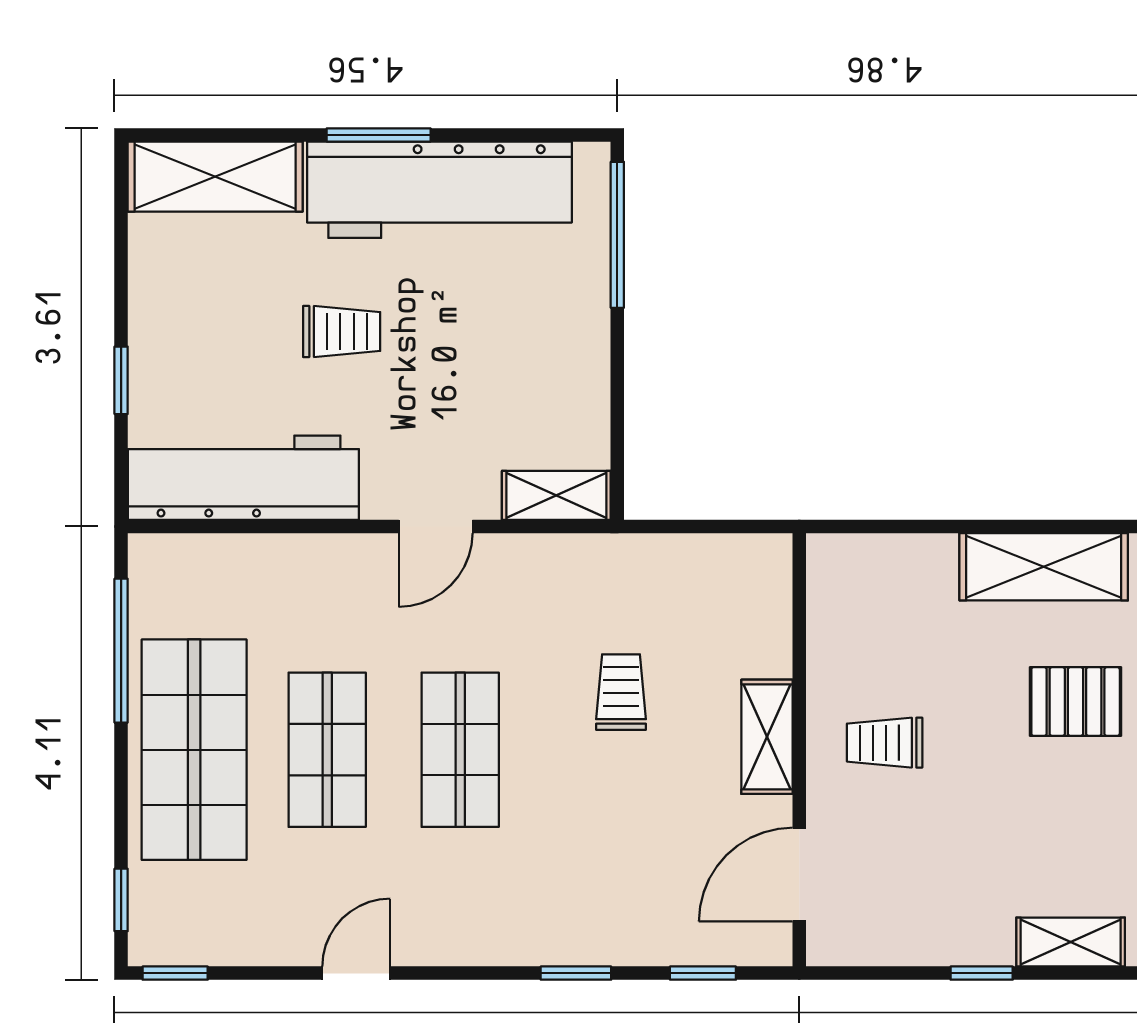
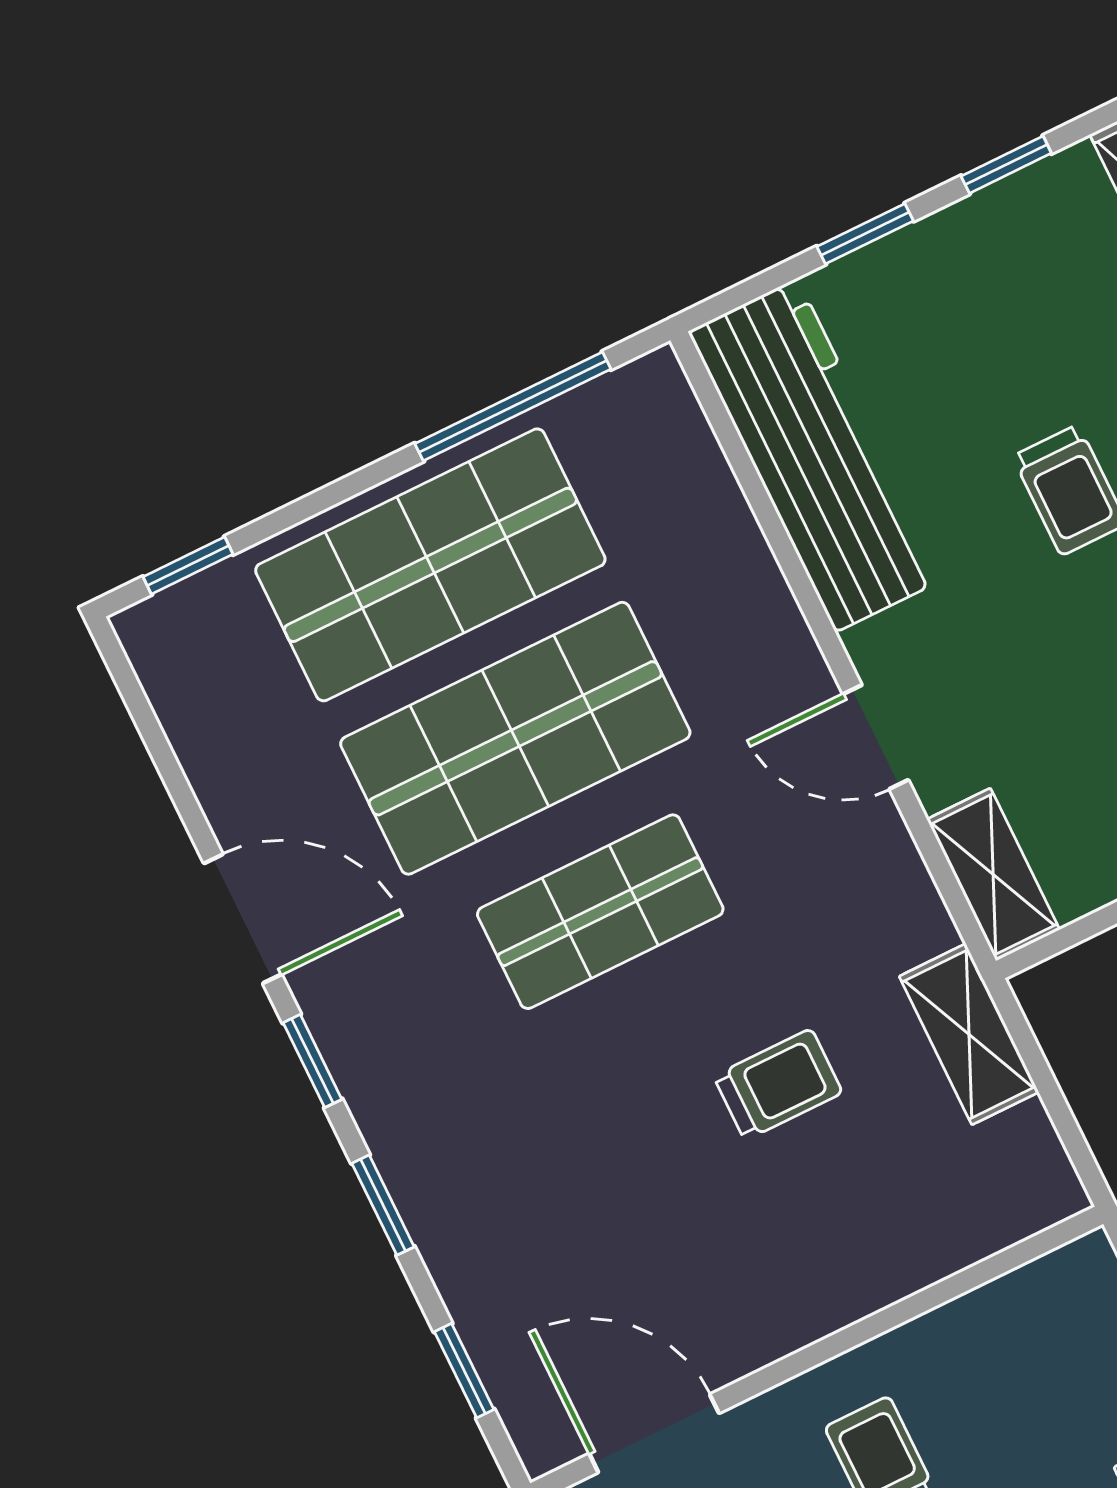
window: (121, 272) -> (1006, 165), added
shelving: (767, 737) -> (969, 1034), moved, turned 90
shop shelf: (327, 750) -> (515, 738), width x1.43, depth x1.36
window: (175, 973) -> (313, 1061), moved
door: (356, 973) -> (243, 919), width x1.38

